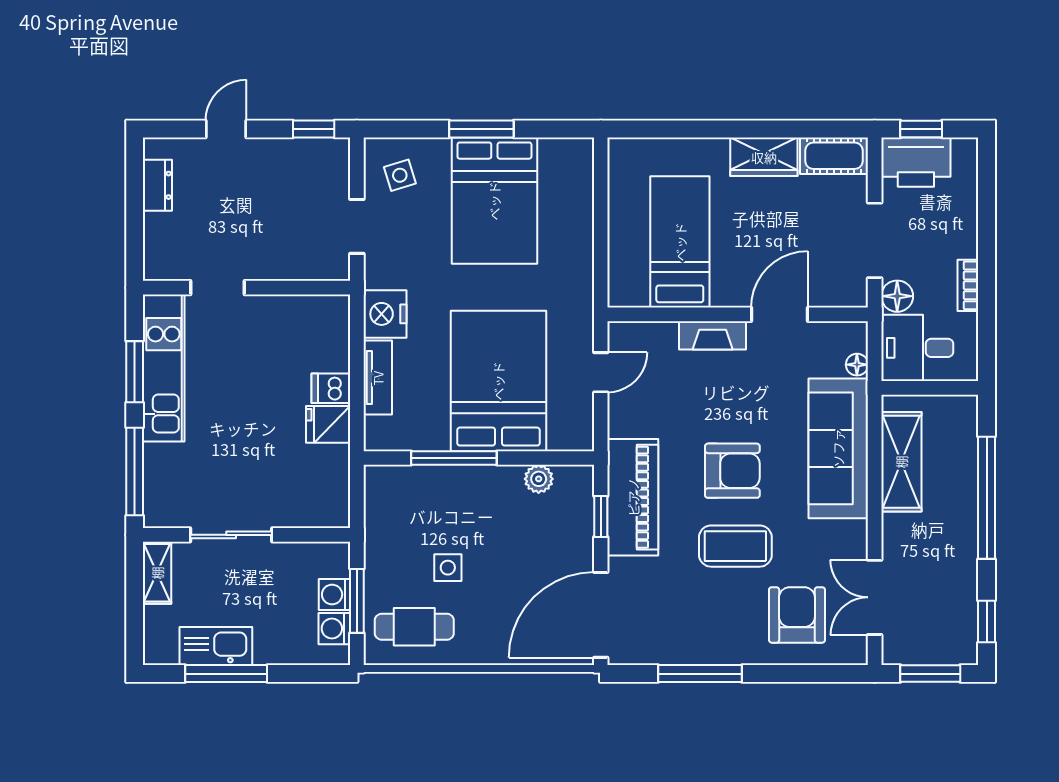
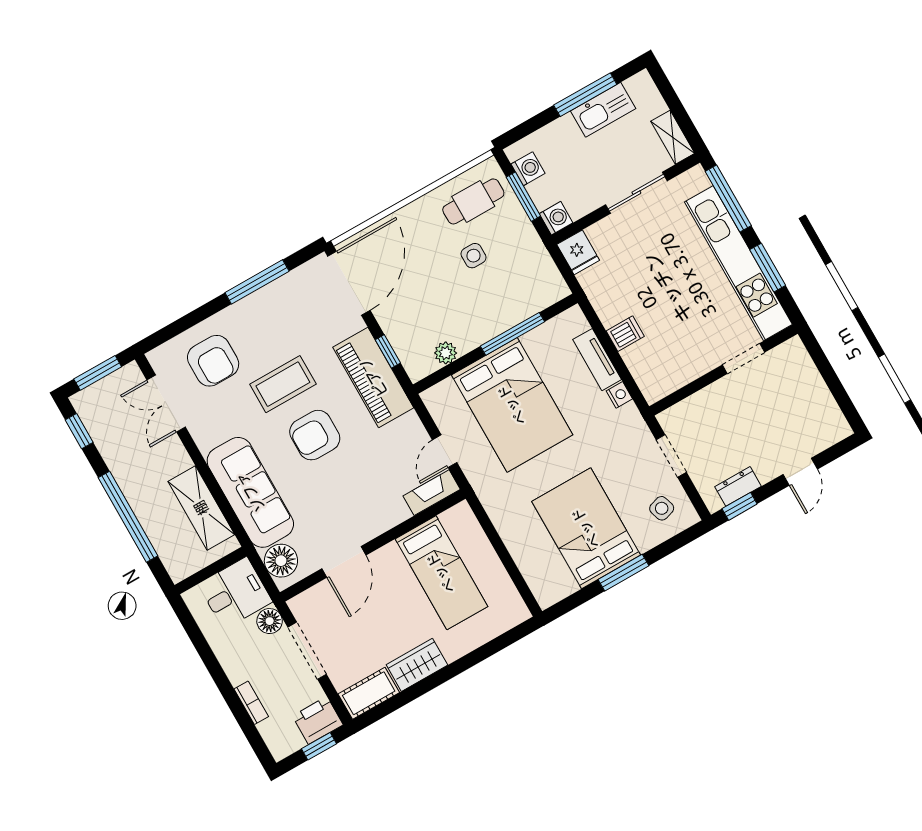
printer: (916, 162) -> (318, 720), width x0.73, depth x0.84
dresser: (157, 185) -> (738, 486), moved, turned 90
bookcase: (968, 285) -> (251, 703), moved
nightstand: (385, 314) -> (619, 395), width x0.53, depth x0.56
fireplace: (713, 335) -> (432, 493), moved
floor lamp: (857, 365) -> (281, 561), width x1.89, depth x1.89
kitchen unit: (164, 368) -> (738, 263), width x1.36
fridge: (328, 424) -> (578, 252), moved, turned 90
washing machine: (335, 594) -> (556, 218), moved
double door: (875, 597) -> (166, 404), swing flipped

